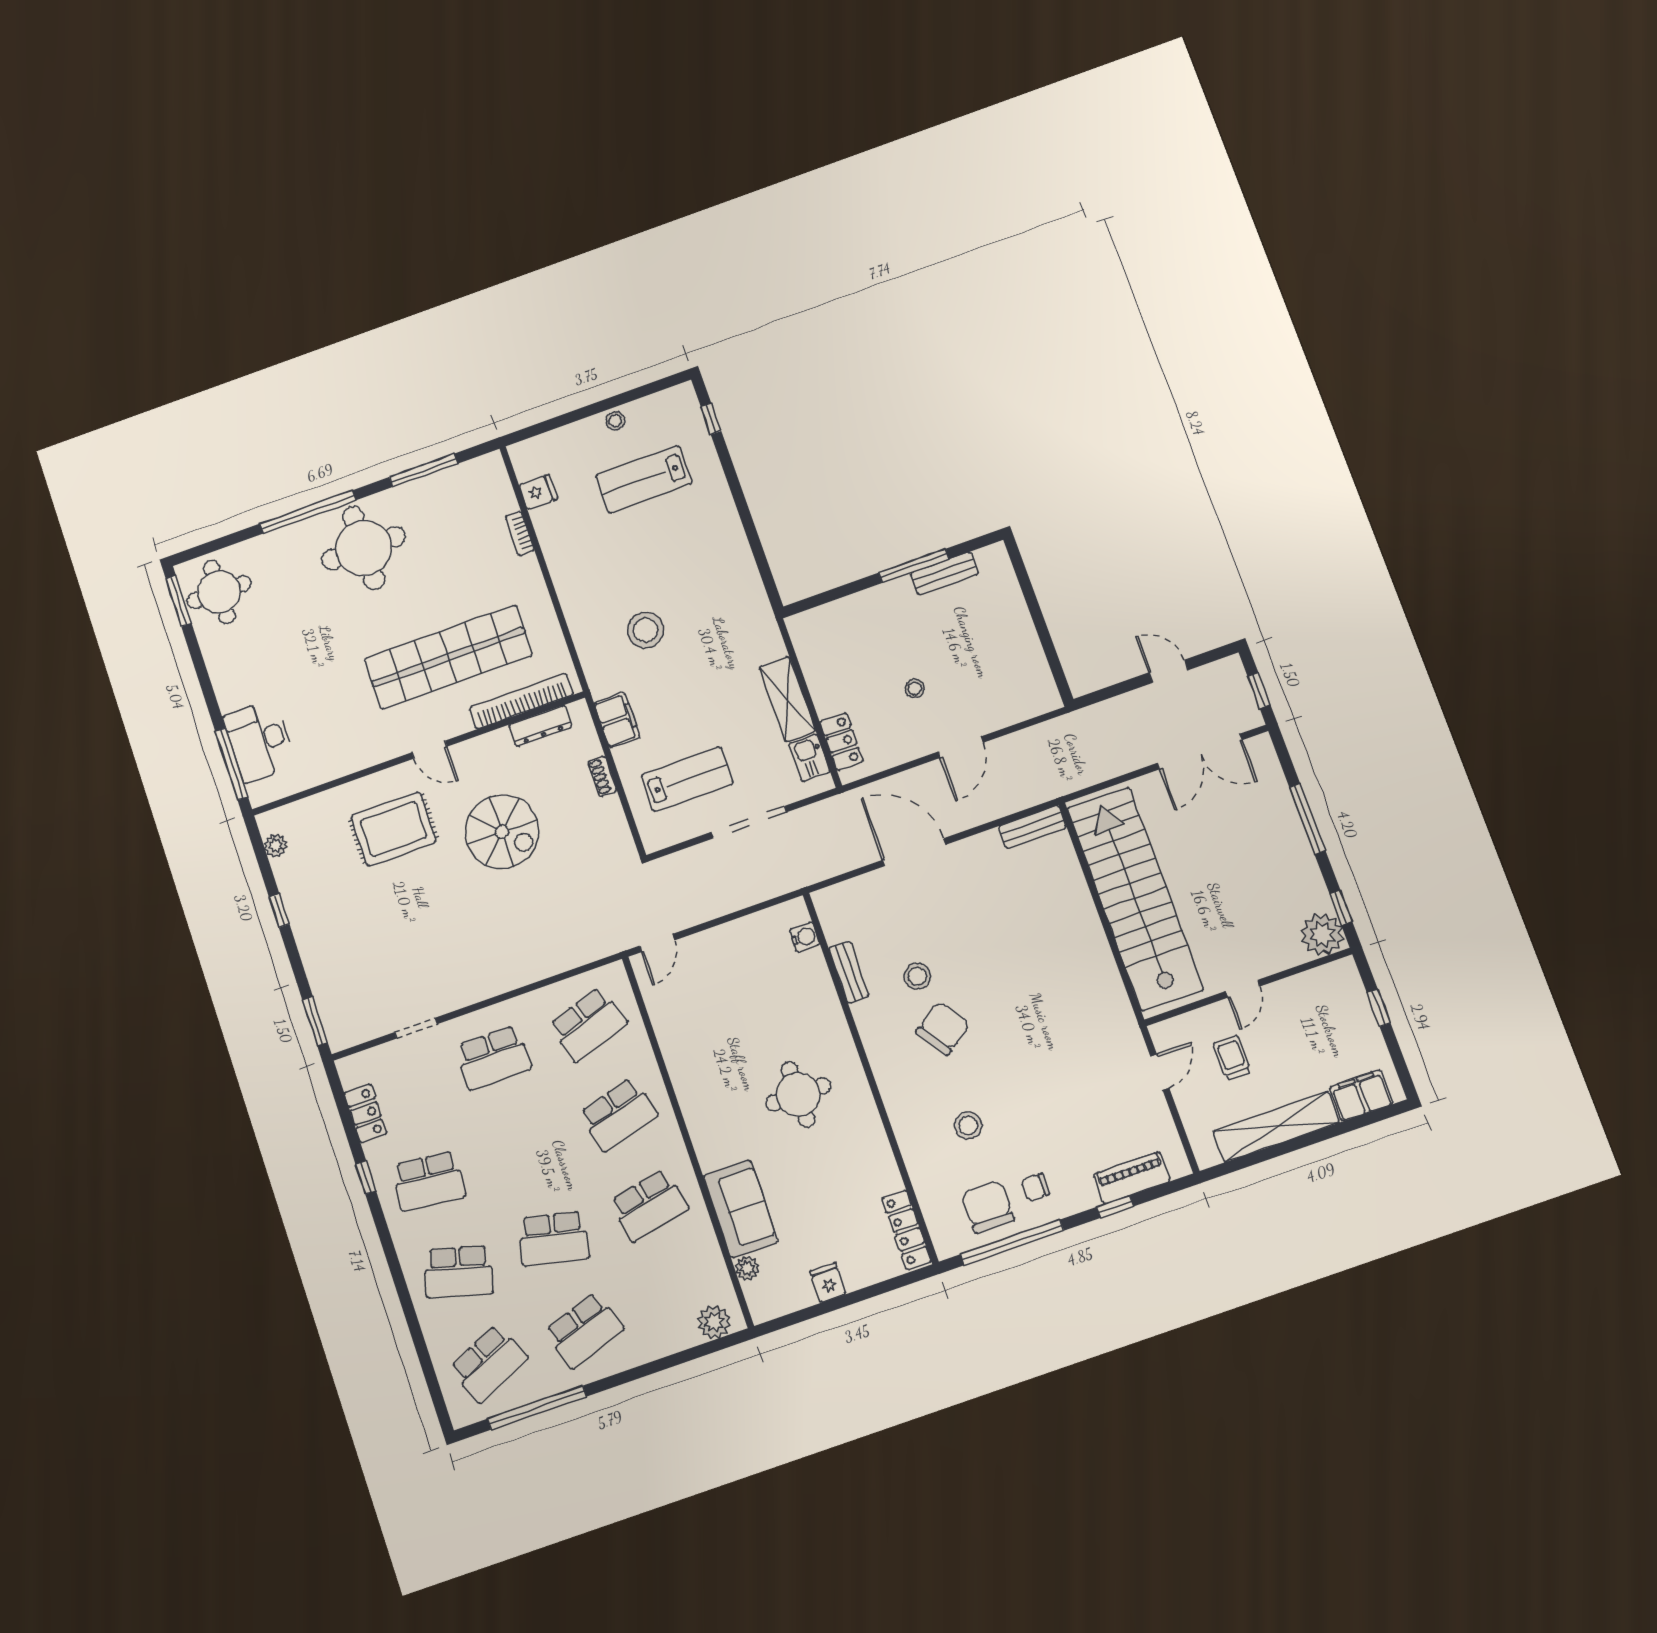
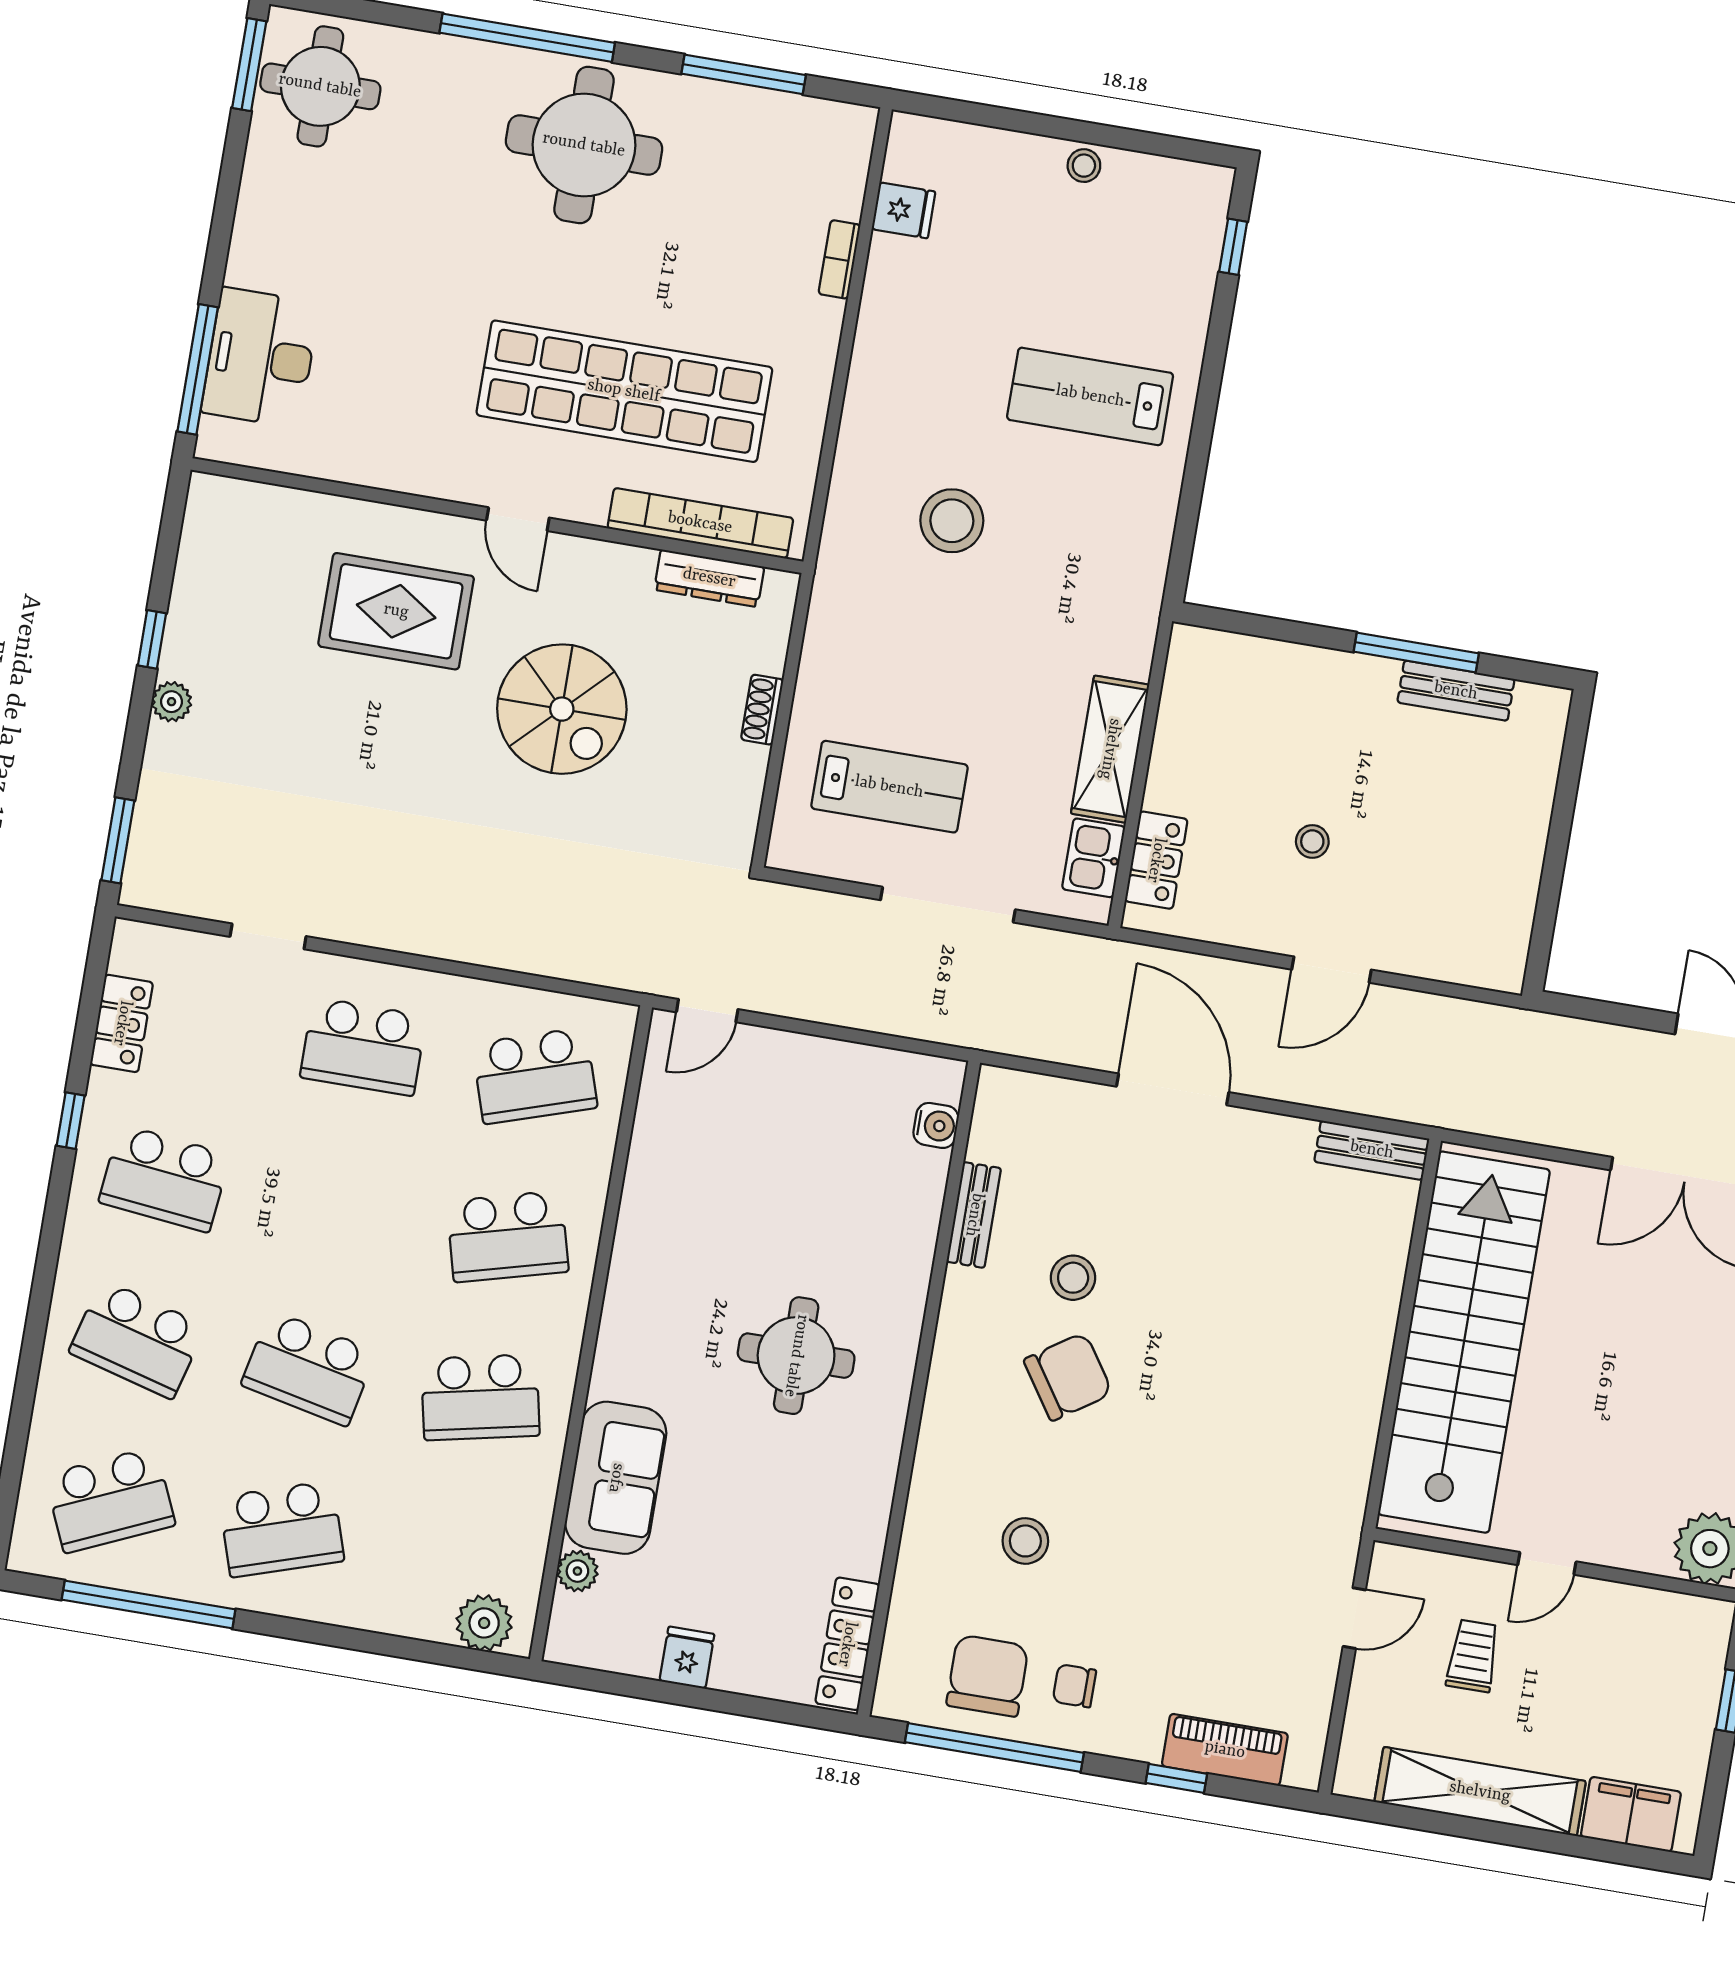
lab bench: (644, 479) -> (1090, 396), moved
filing cabinet: (617, 720) -> (832, 635), removed
plant: (276, 846) -> (172, 702), moved

